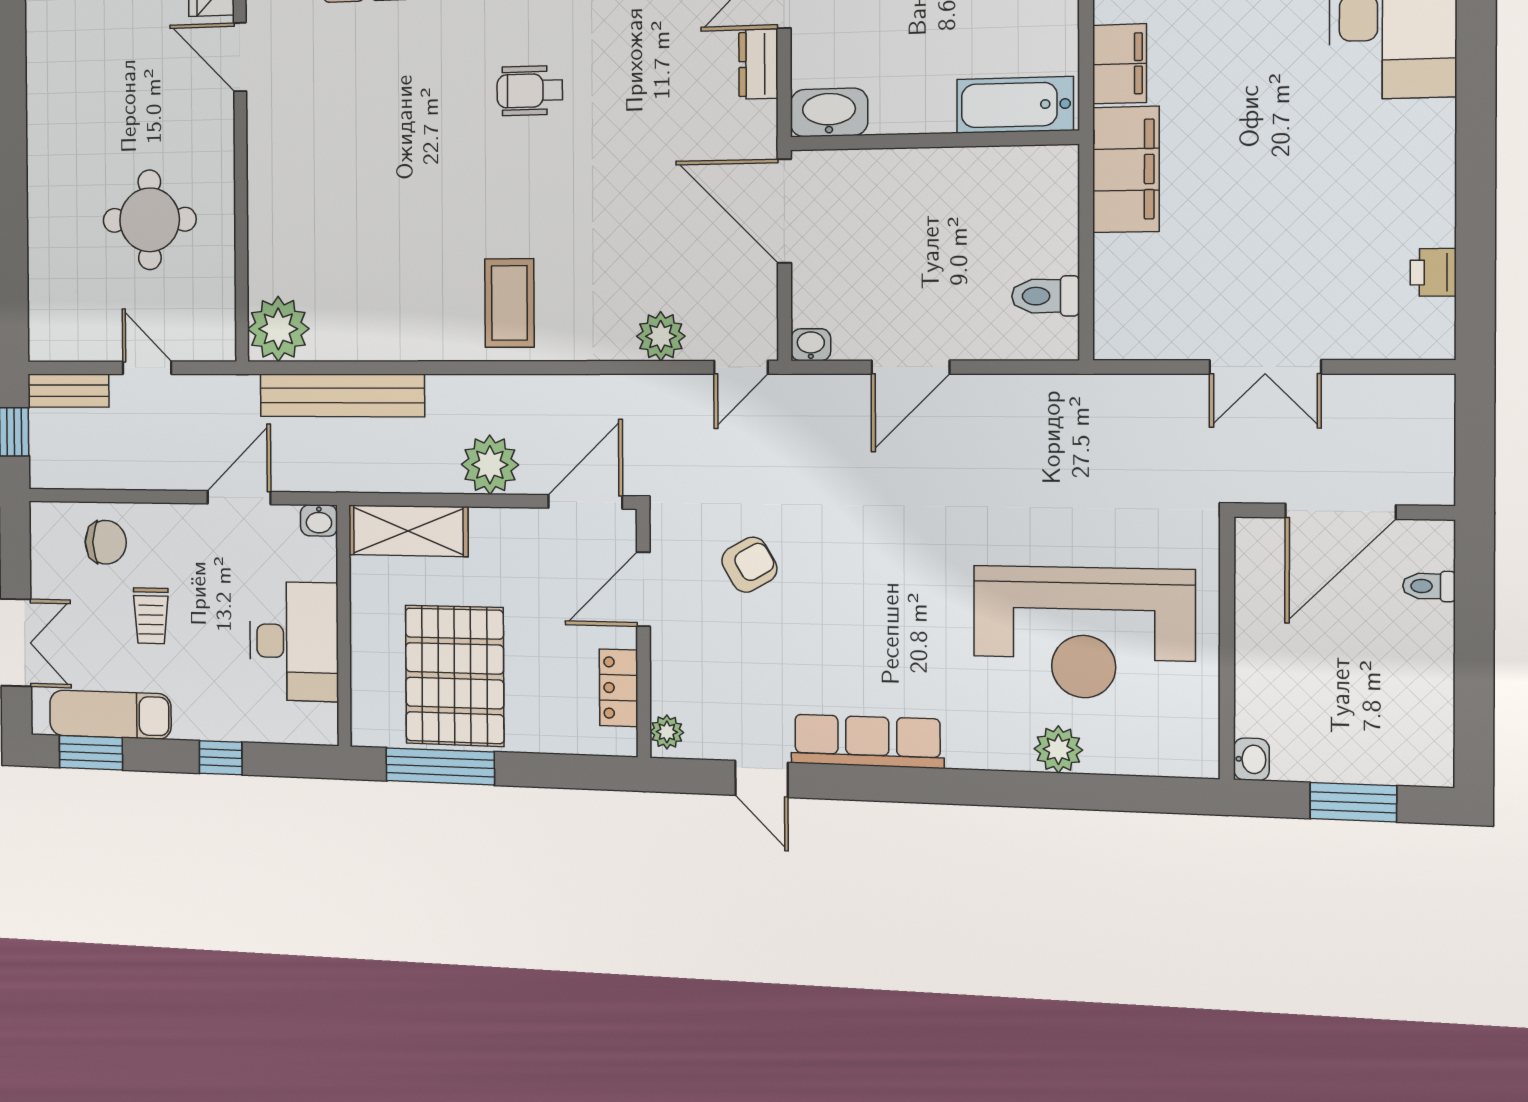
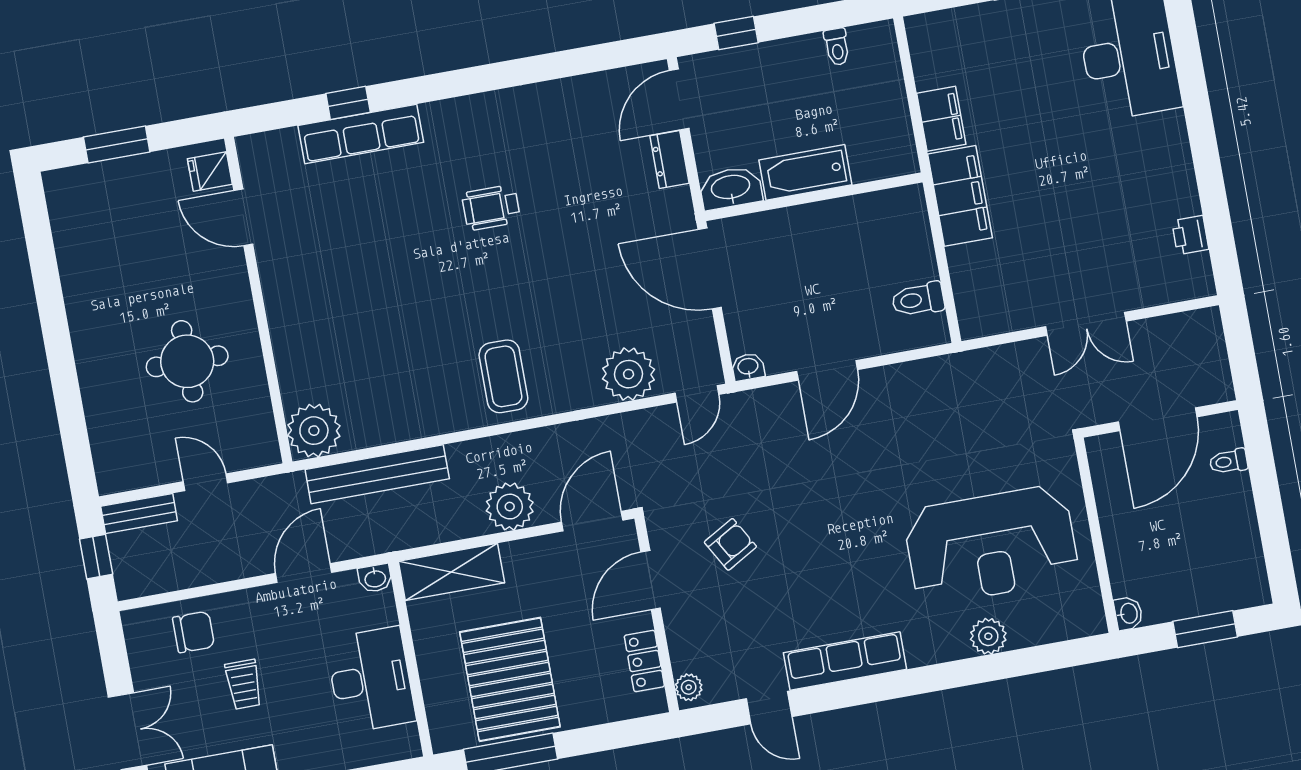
bathtub: (1015, 105) -> (805, 172), moved
plant: (661, 336) -> (629, 374), width x1.36, depth x1.36

